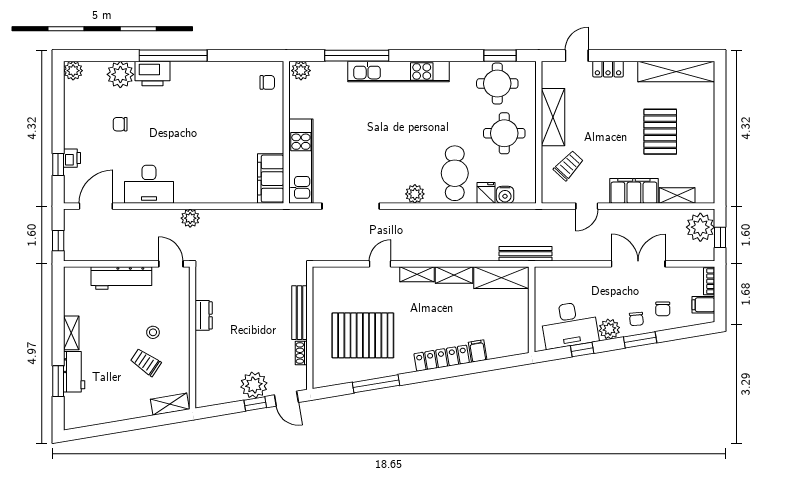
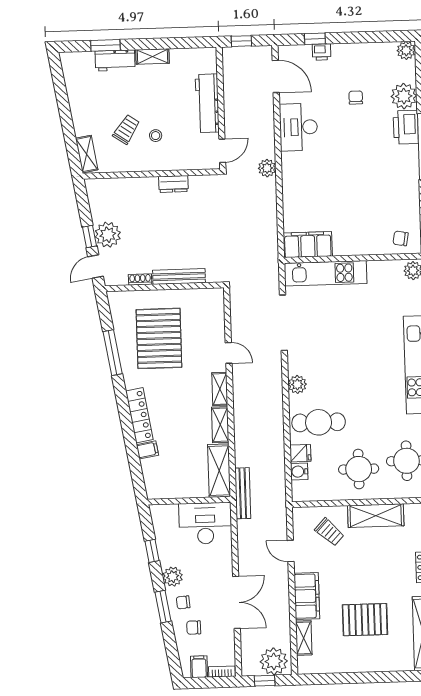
chair: (267, 82) -> (401, 238), turned 100
desk: (569, 325) -> (205, 523), moved, turned 99

